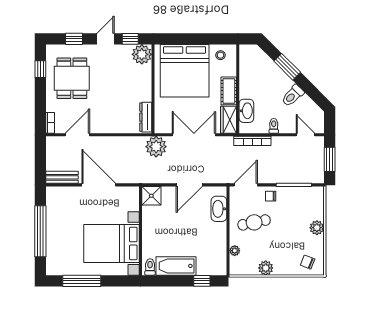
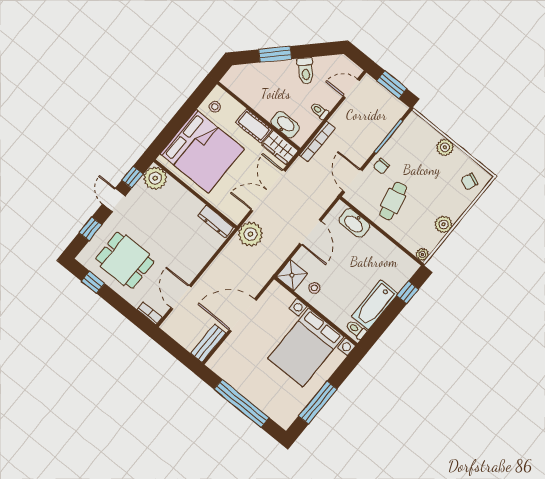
stool: (155, 217) -> (314, 288), added
plant: (235, 251) -> (422, 254), moved

